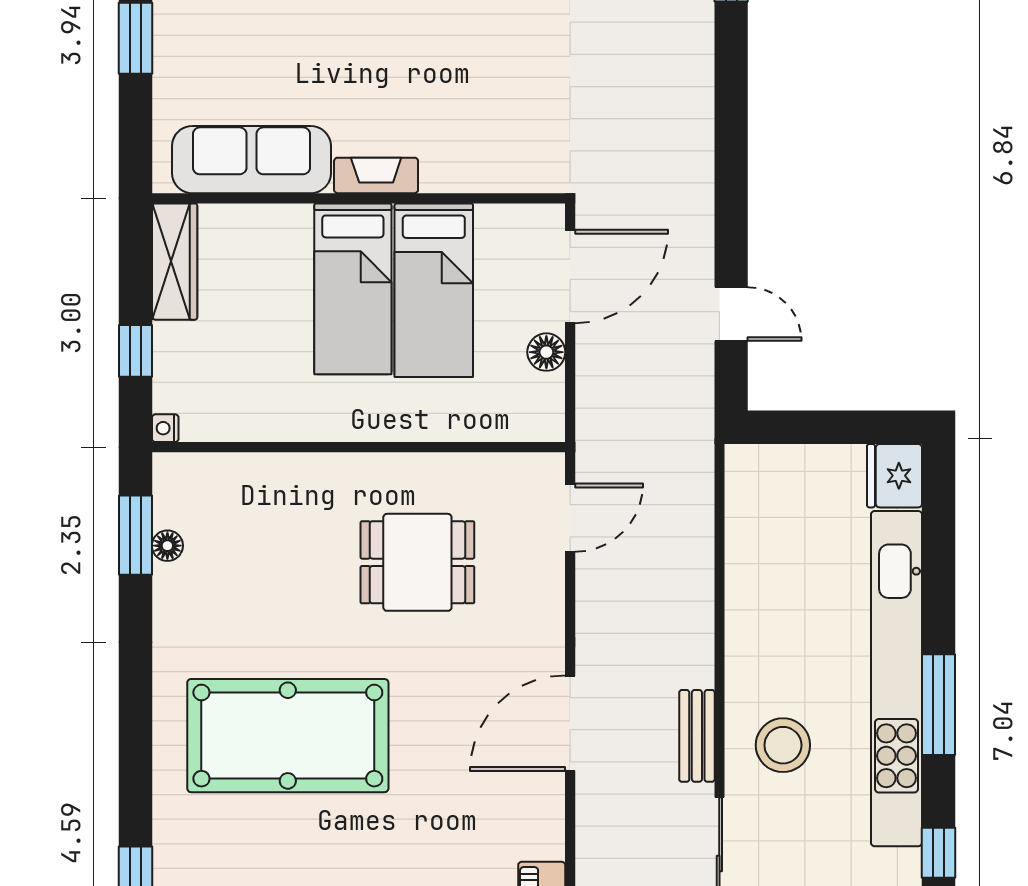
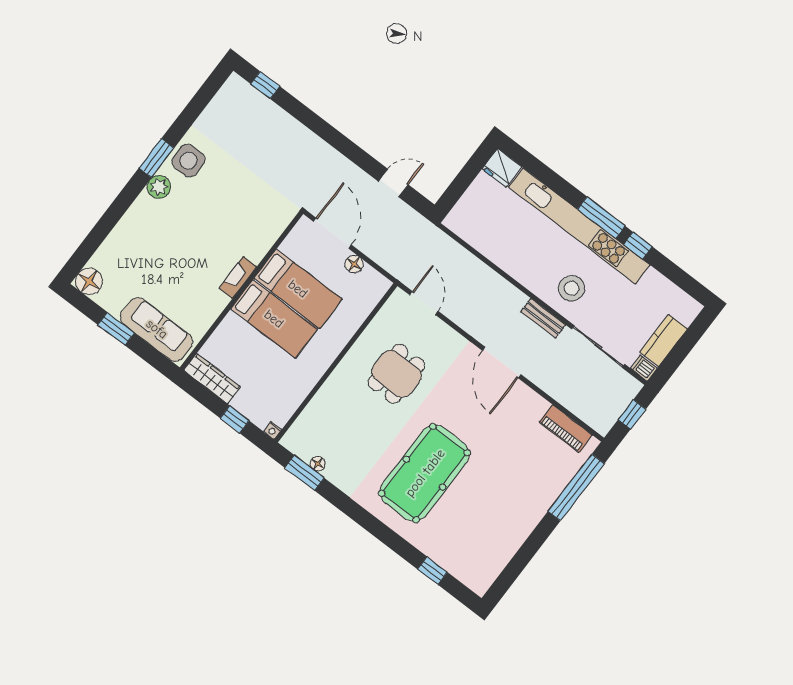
sofa: (251, 160) -> (157, 329), moved, turned 90
window: (939, 853) -> (638, 246), moved

